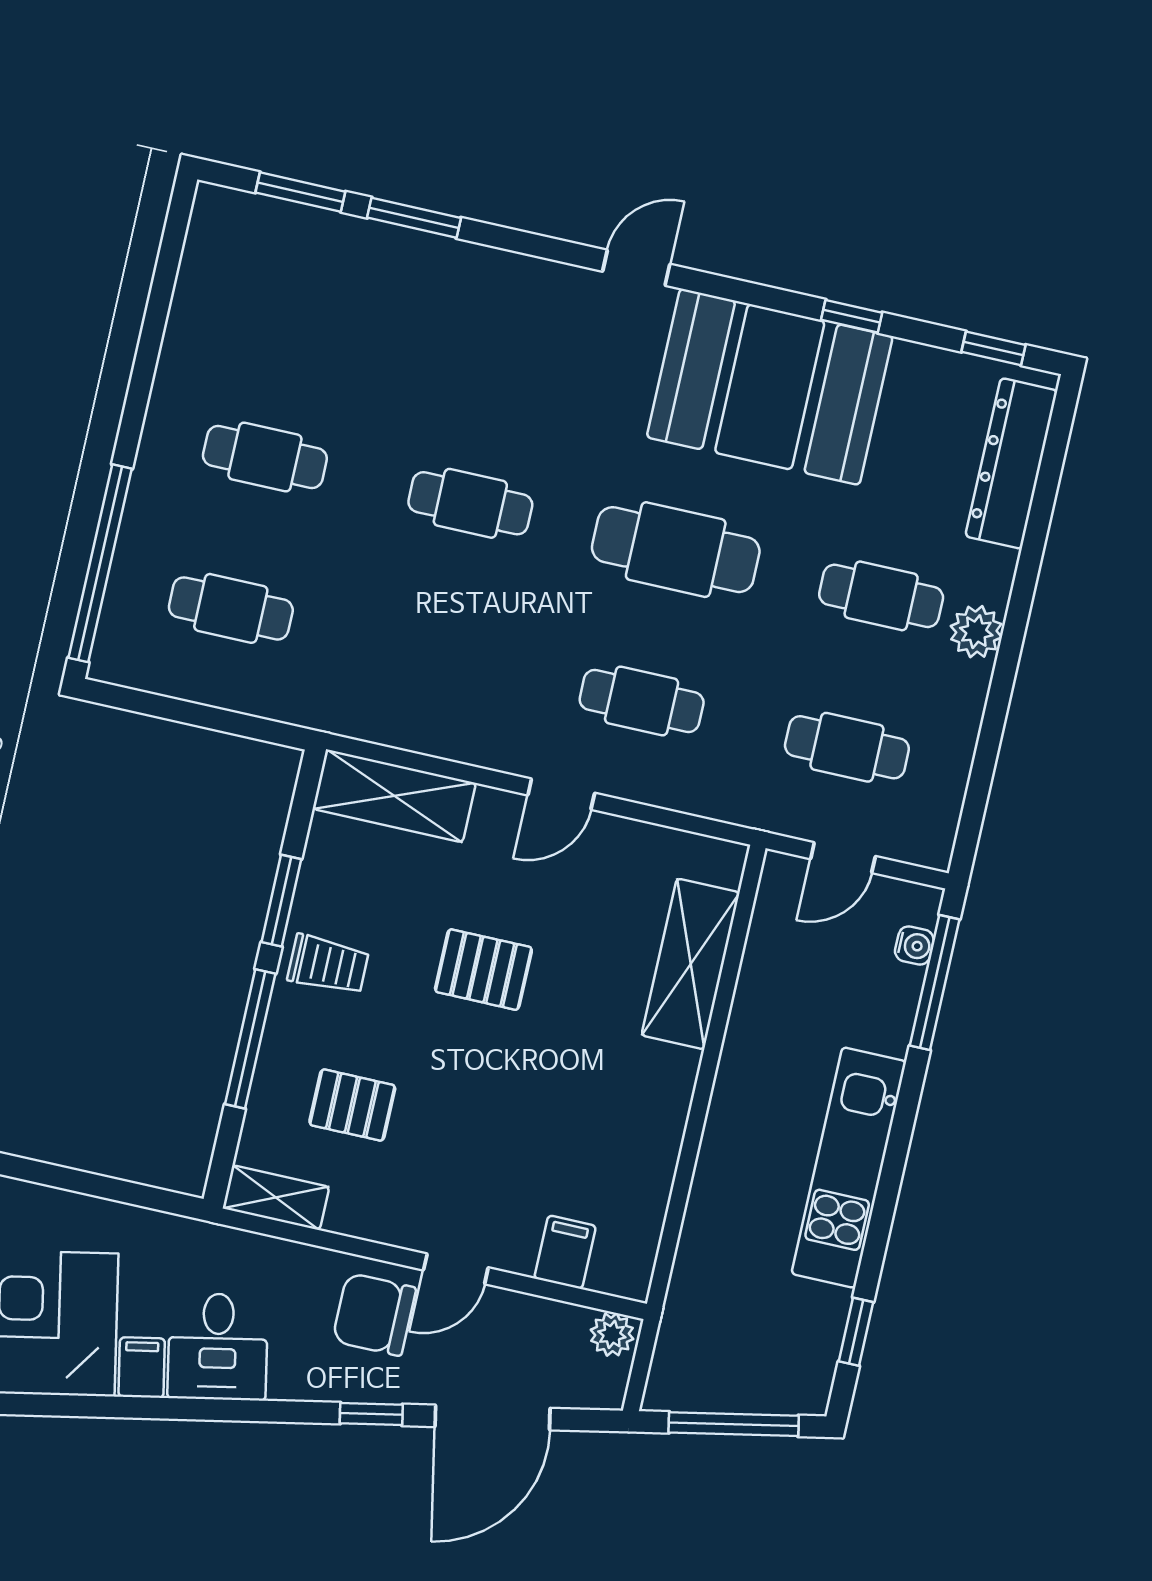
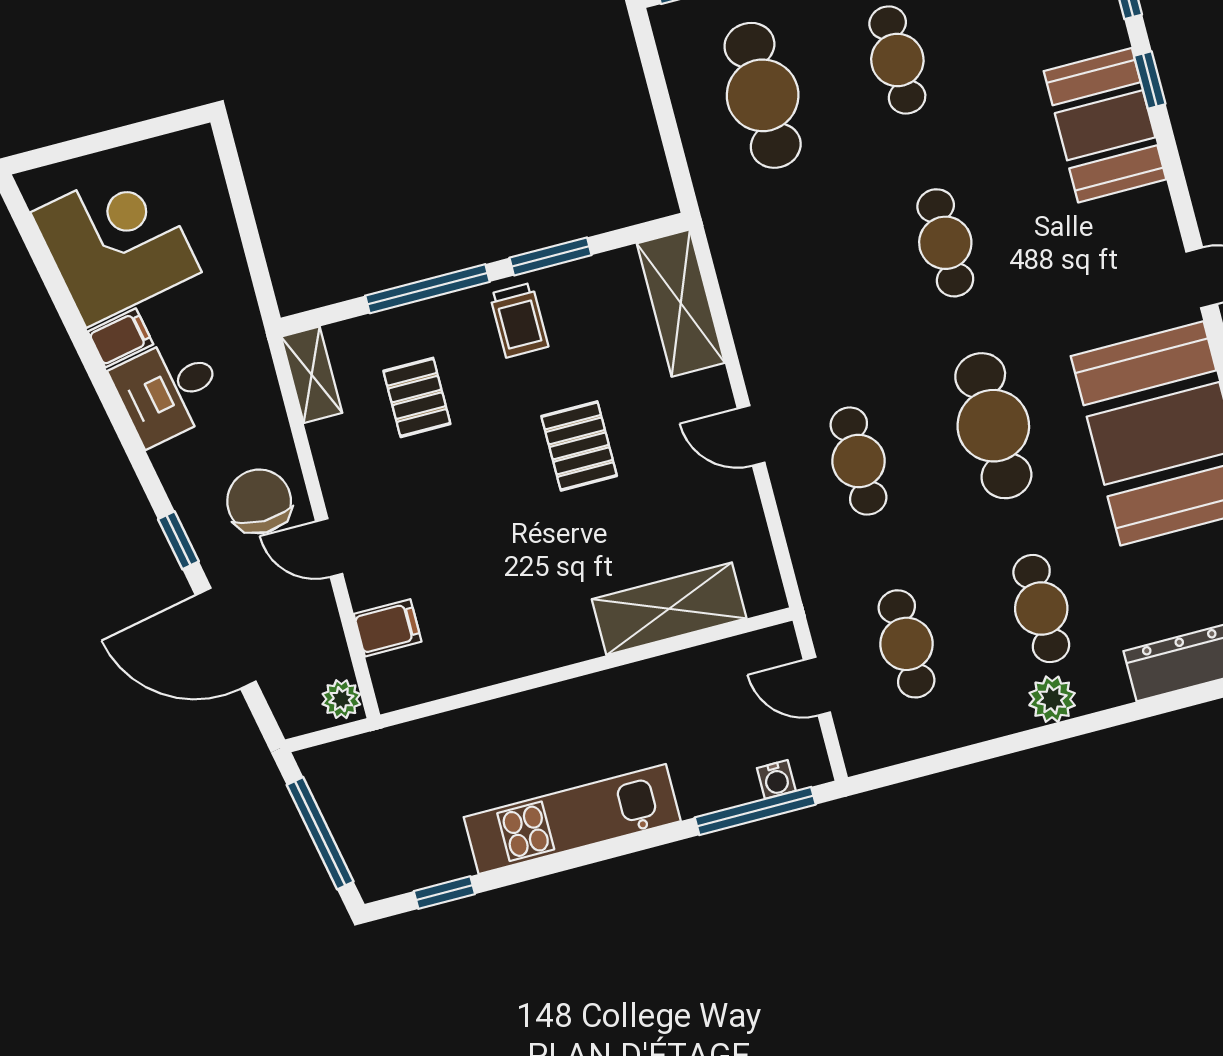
window: (414, 218) -> (1150, 80), width x0.67
booth: (436, 285) -> (1105, 125), added
cafe table: (231, 608) -> (763, 95), width x1.37, depth x1.35

